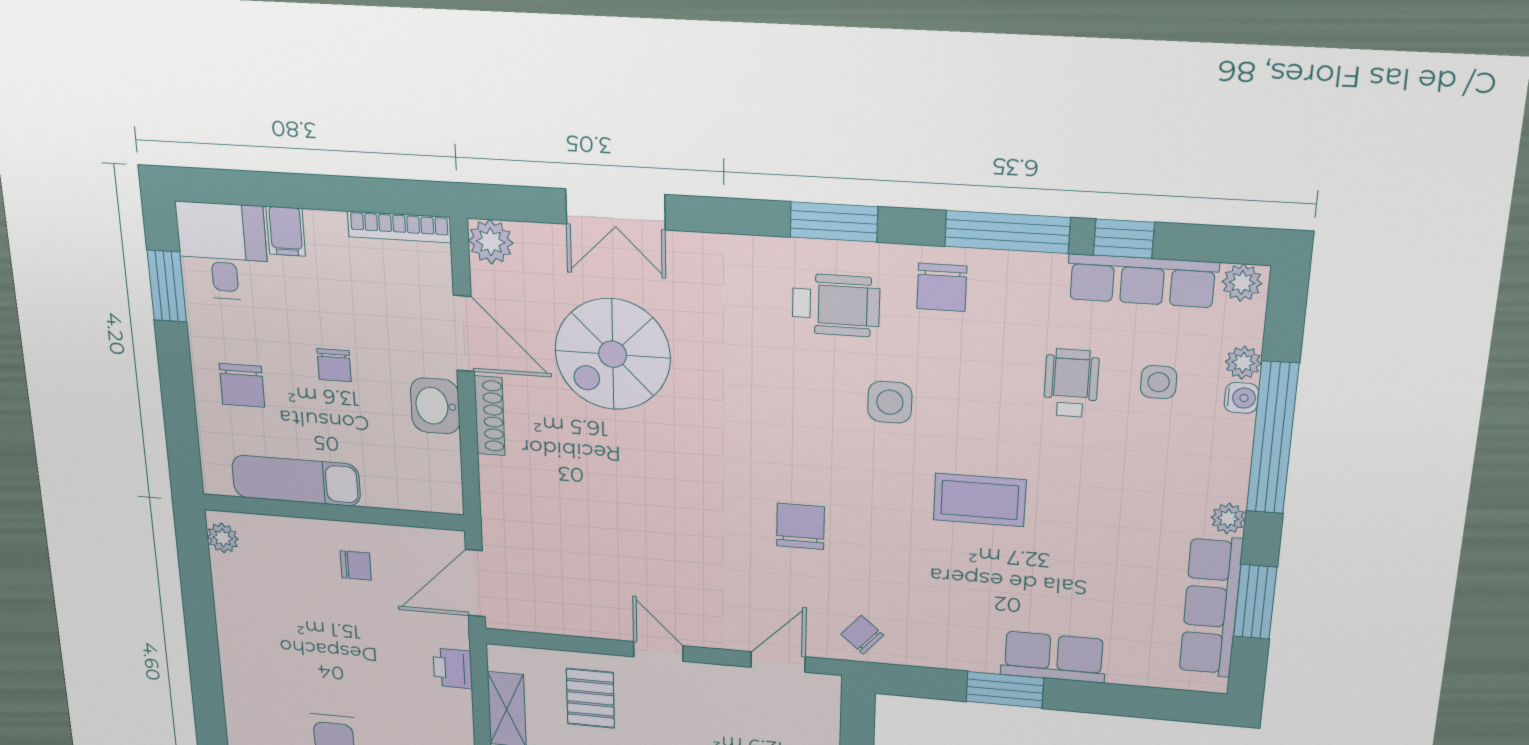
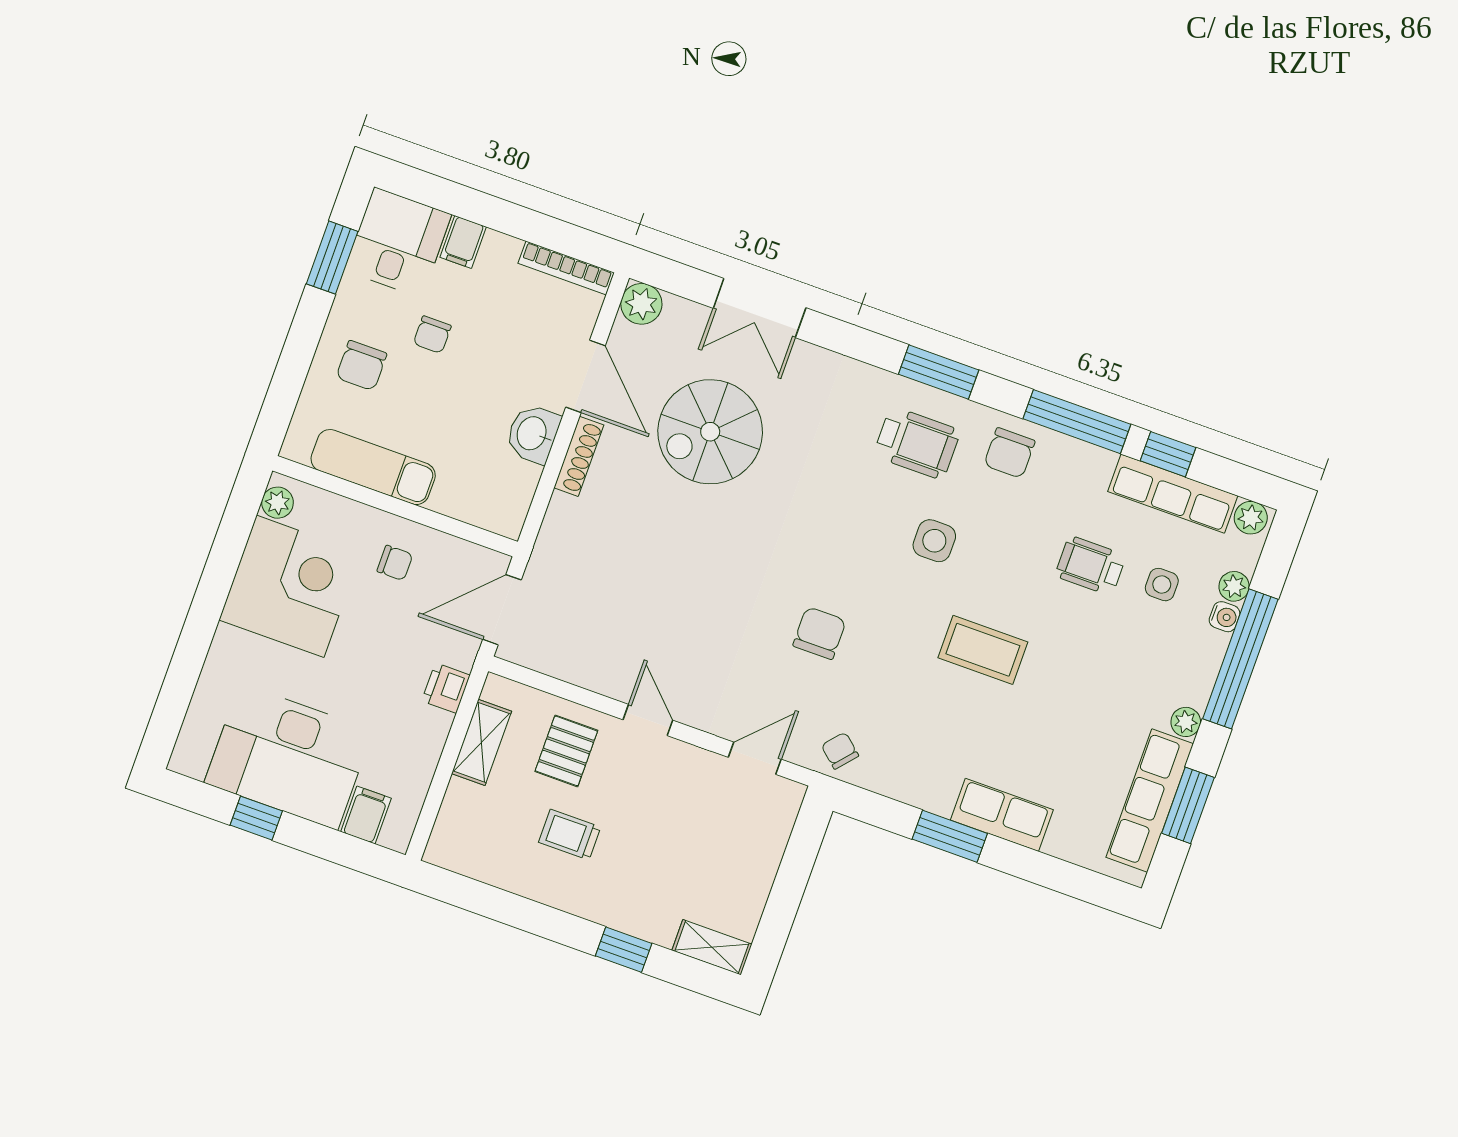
chair: (334, 365) -> (432, 335), moved
wheelchair: (1071, 383) -> (1091, 566), turned -90
corner desk: (269, 612) -> (290, 586), added

